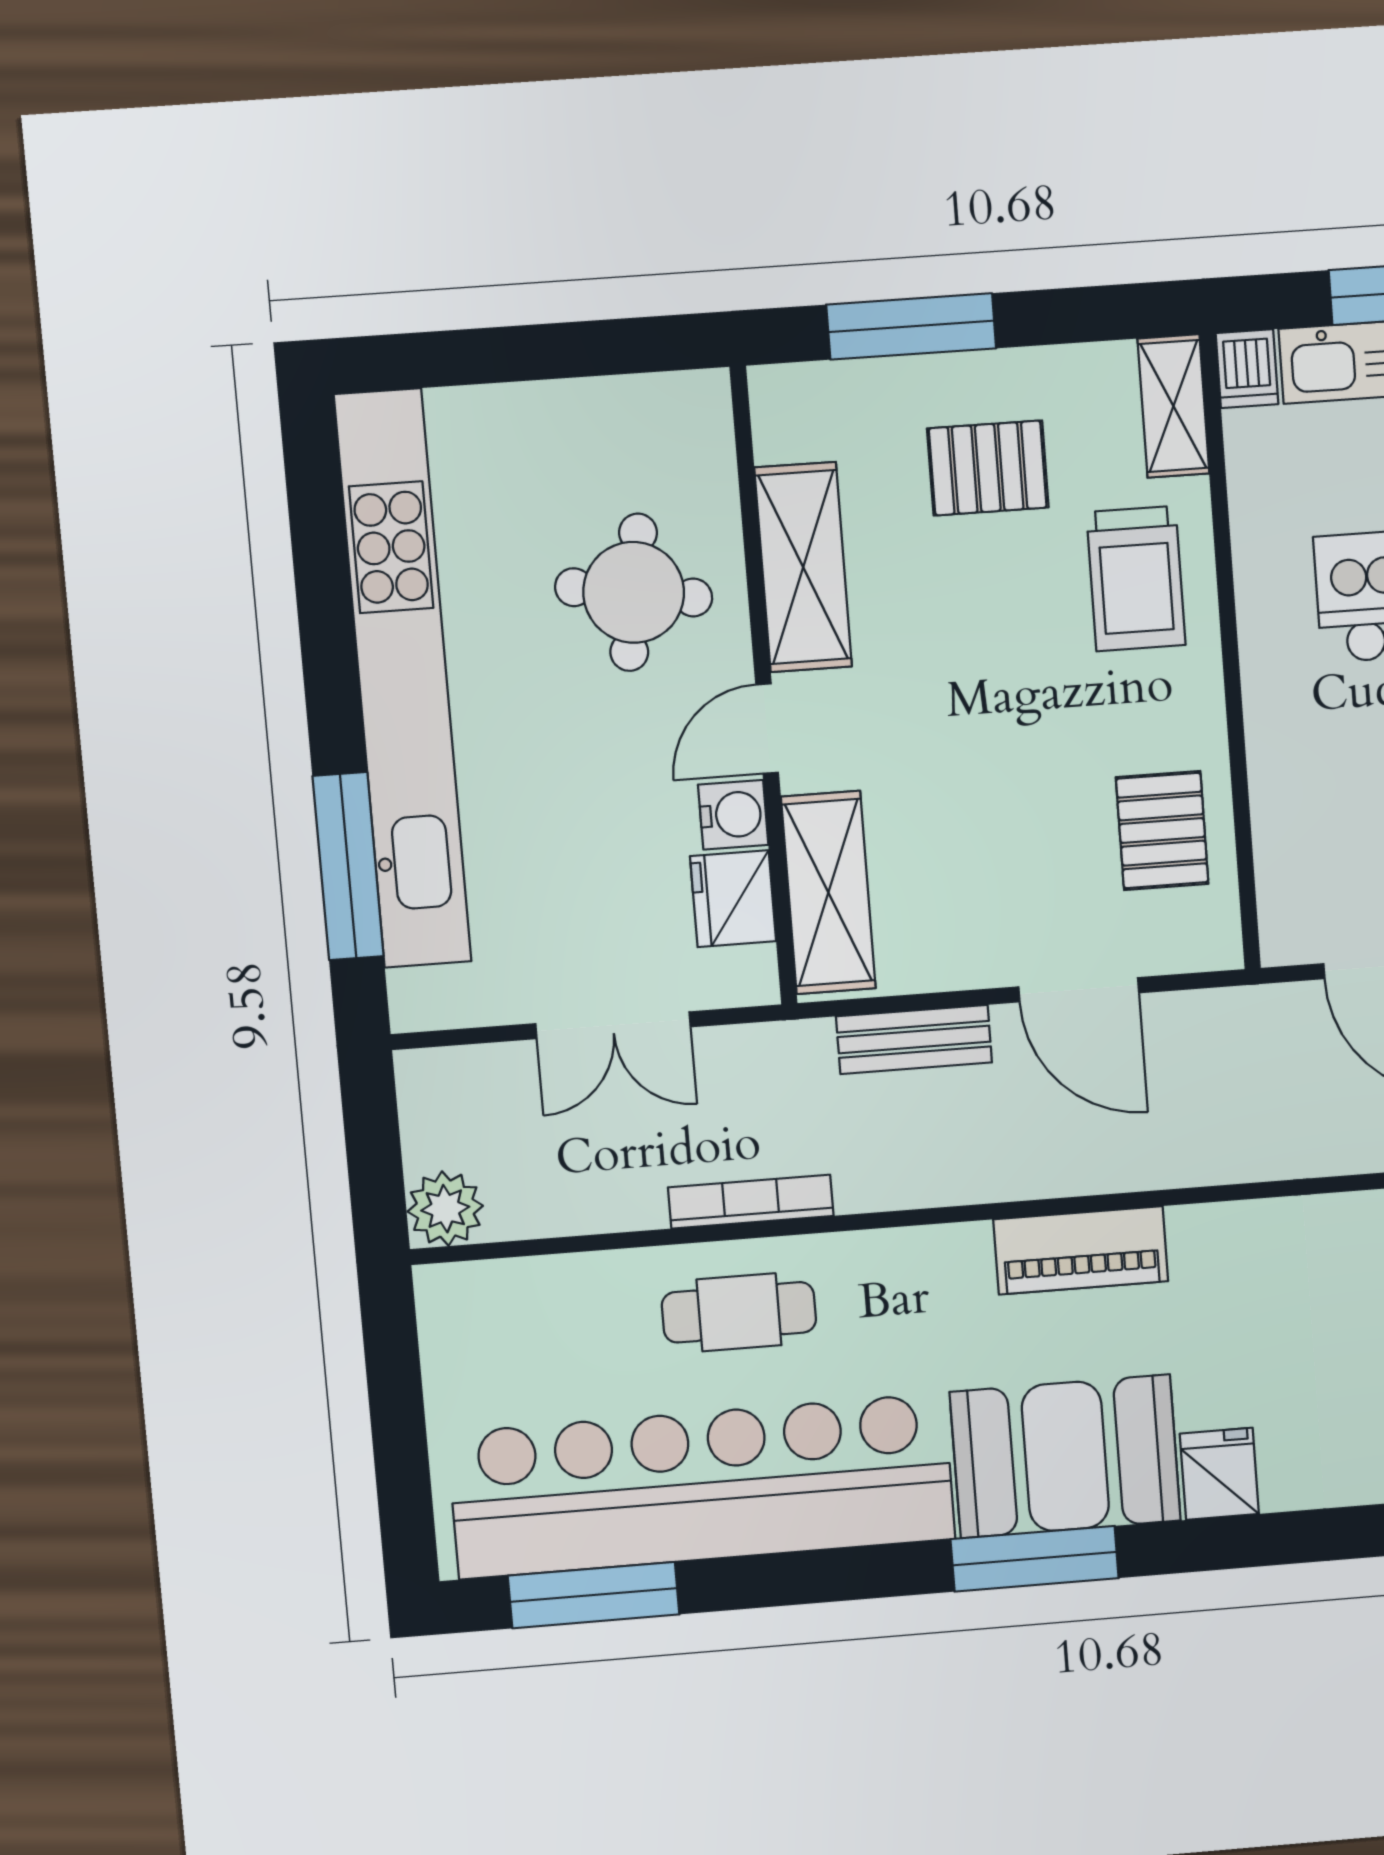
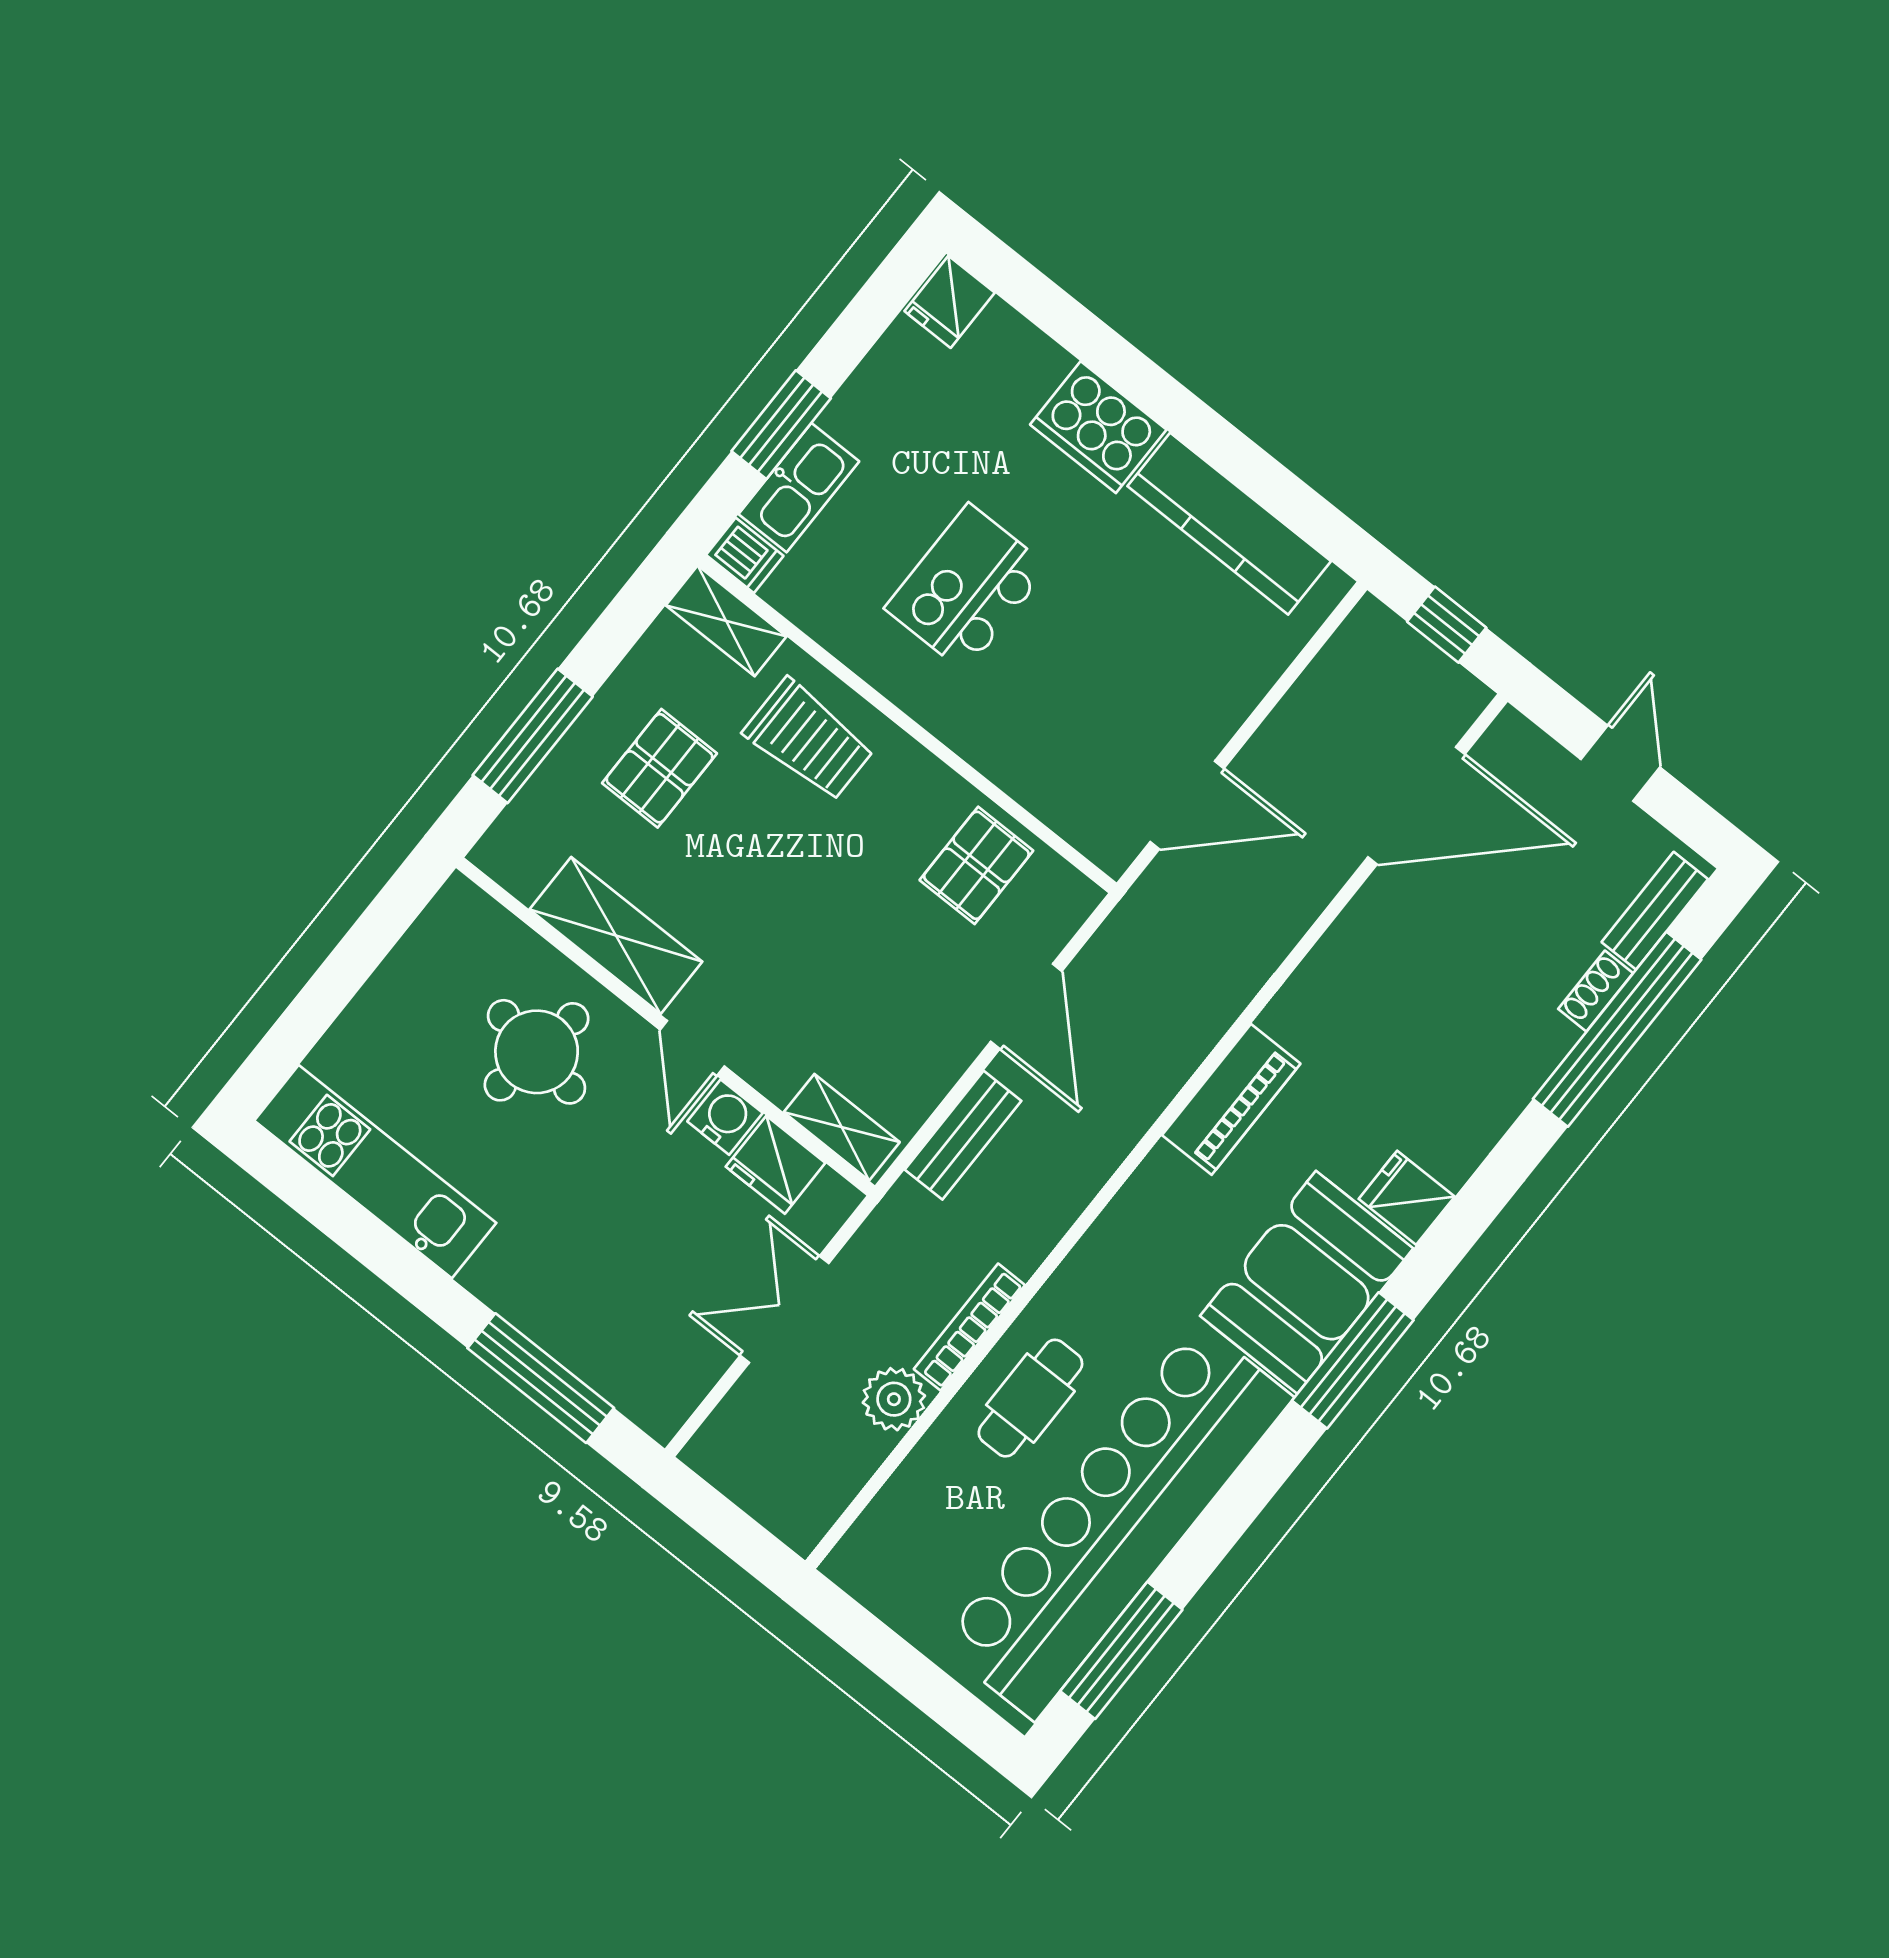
kitchen unit: (403, 679) -> (375, 1172), width x0.54
pallet: (1162, 831) -> (976, 865), turned 90
shelving: (828, 893) -> (842, 1127), width x0.67, depth x0.75
door: (1079, 990) -> (1026, 1006), hinge flipped
double door: (613, 1025) -> (784, 1309), swing flipped
plant: (445, 1209) -> (894, 1399), moved
piano: (1081, 1250) -> (1231, 1099), moved

